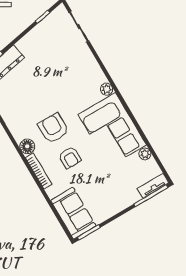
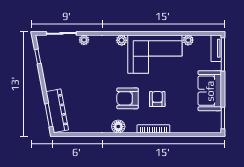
plant: (85, 52) -> (84, 40), added
floor lamp: (27, 146) -> (118, 127), moved
armchair: (70, 158) -> (157, 99), turned -90
sofa: (73, 213) -> (210, 91), moved, turned -90

